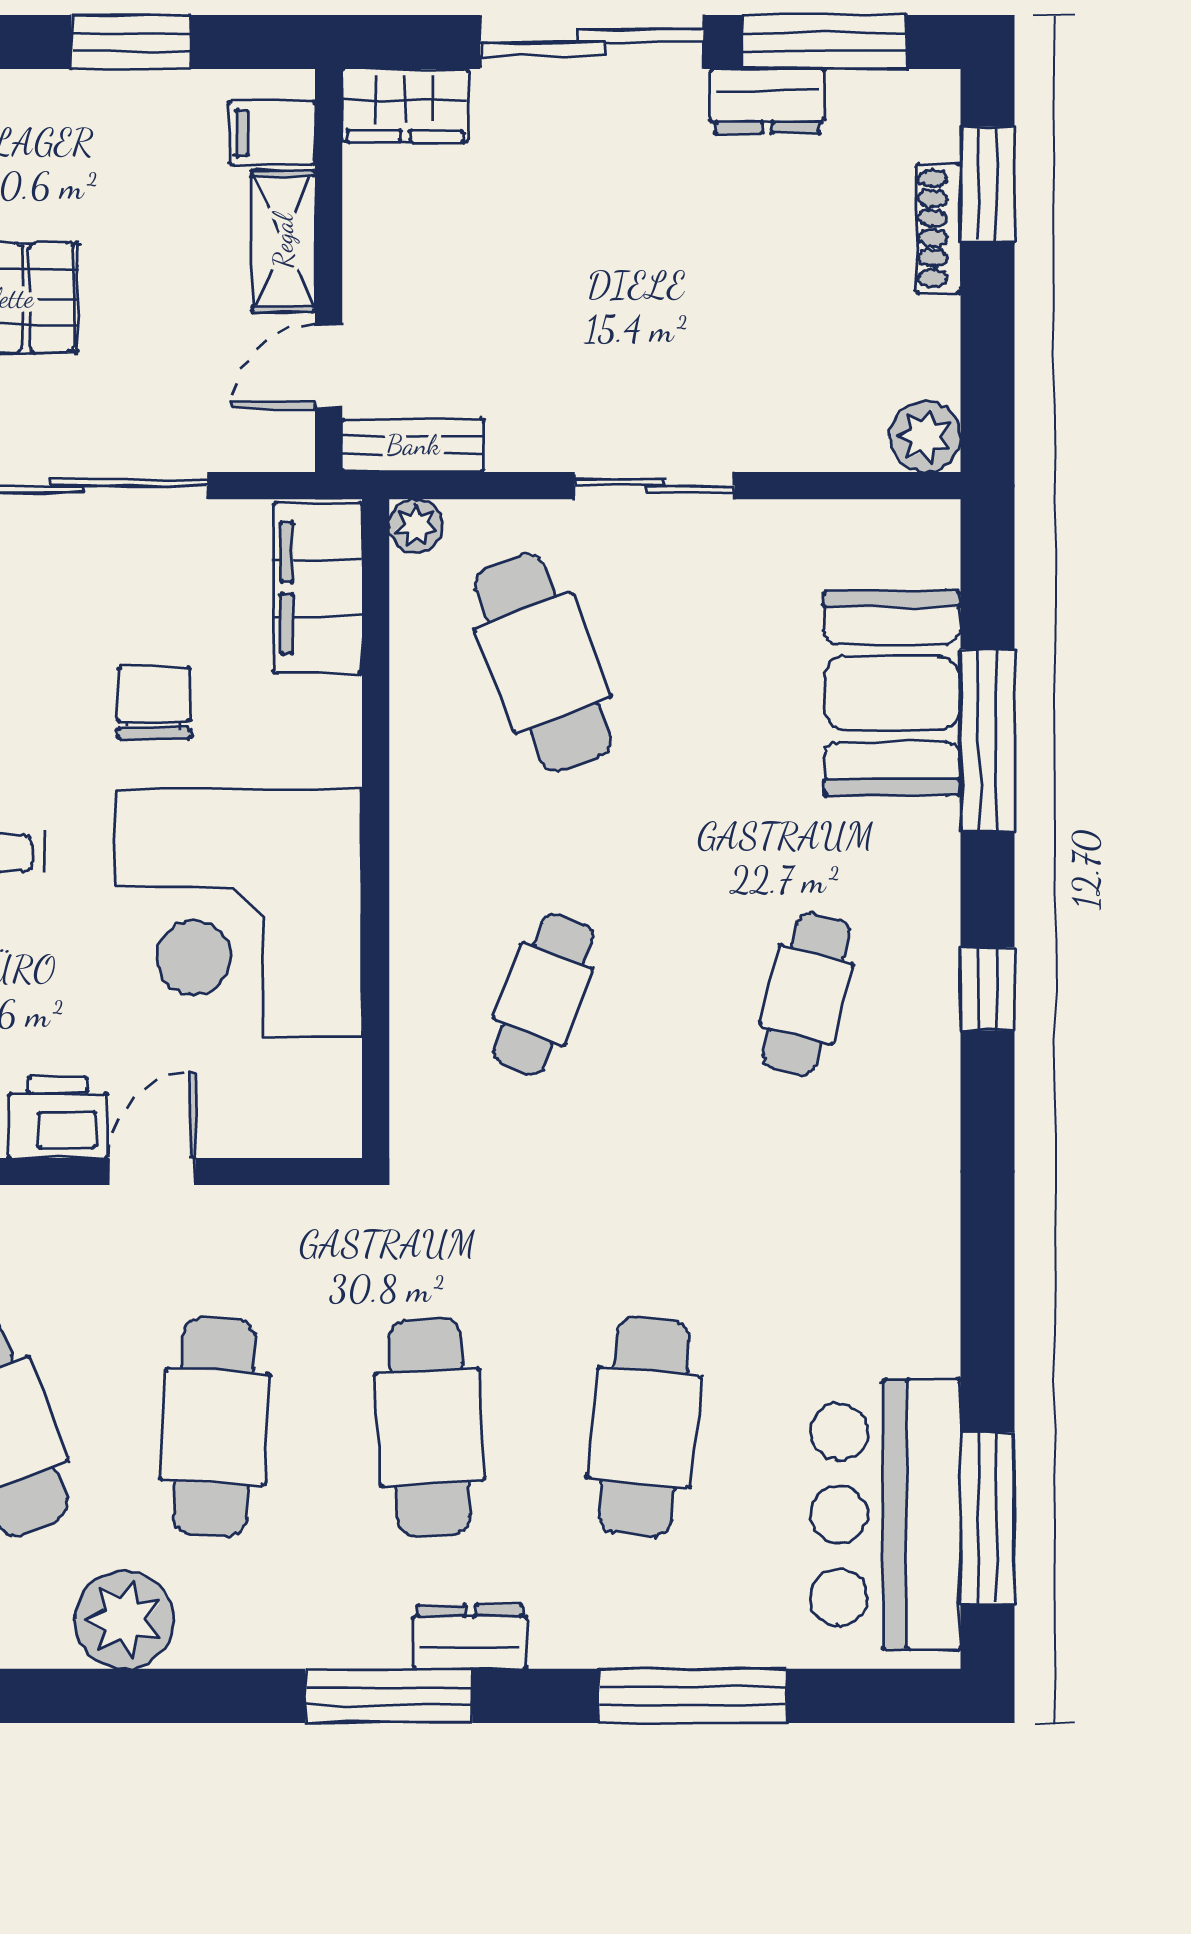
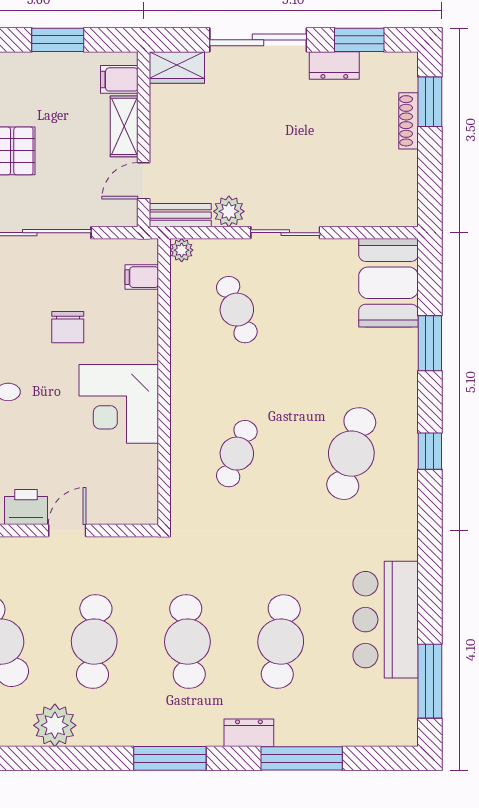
window: (825, 42) -> (359, 40), width x0.69
plant: (925, 437) -> (229, 211), moved
filing cabinet: (318, 588) -> (142, 277), width x0.33, depth x0.86
cafe table: (543, 663) -> (237, 310), width x0.73, depth x0.74
booth: (892, 693) -> (388, 283), moved
chair: (154, 703) -> (68, 327), turned 180
window: (987, 740) -> (430, 343), width x0.69
corner desk: (238, 913) -> (119, 404), width x0.74, depth x0.74
cafe table: (807, 994) -> (351, 454), width x1.37, depth x1.35
bar counter: (886, 1515) -> (386, 620), moved
dresser: (470, 1637) -> (249, 733), moved

